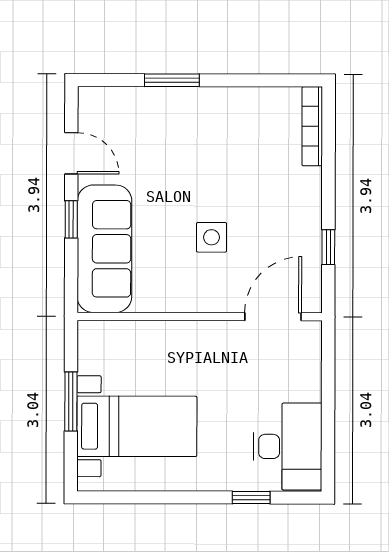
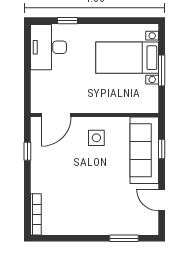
window: (172, 80) -> (124, 238), moved
window: (71, 219) -> (162, 149), moved
side table: (212, 237) -> (96, 138), moved

